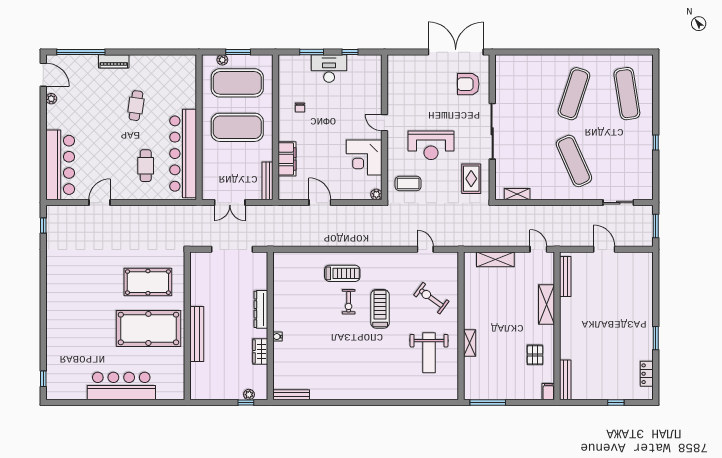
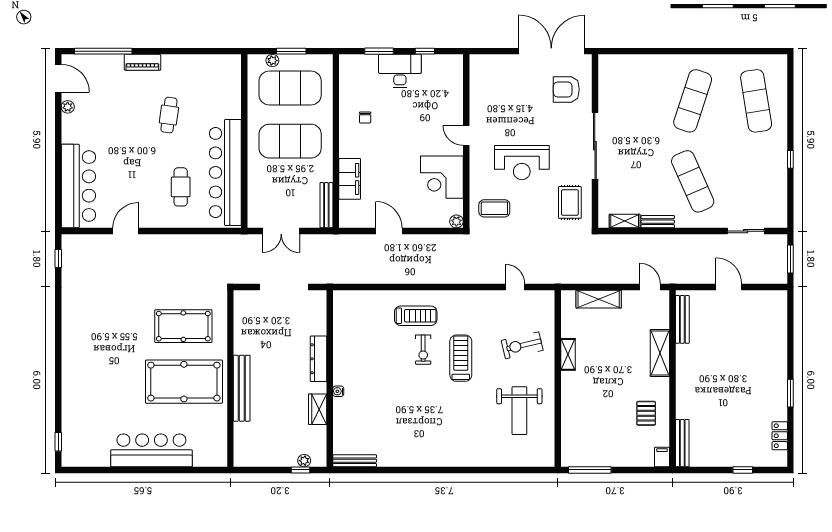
bench: (545, 195) -> (658, 222), added
exercise bike: (431, 298) -> (522, 345), turned -49
shelving: (470, 343) -> (568, 354), moved

